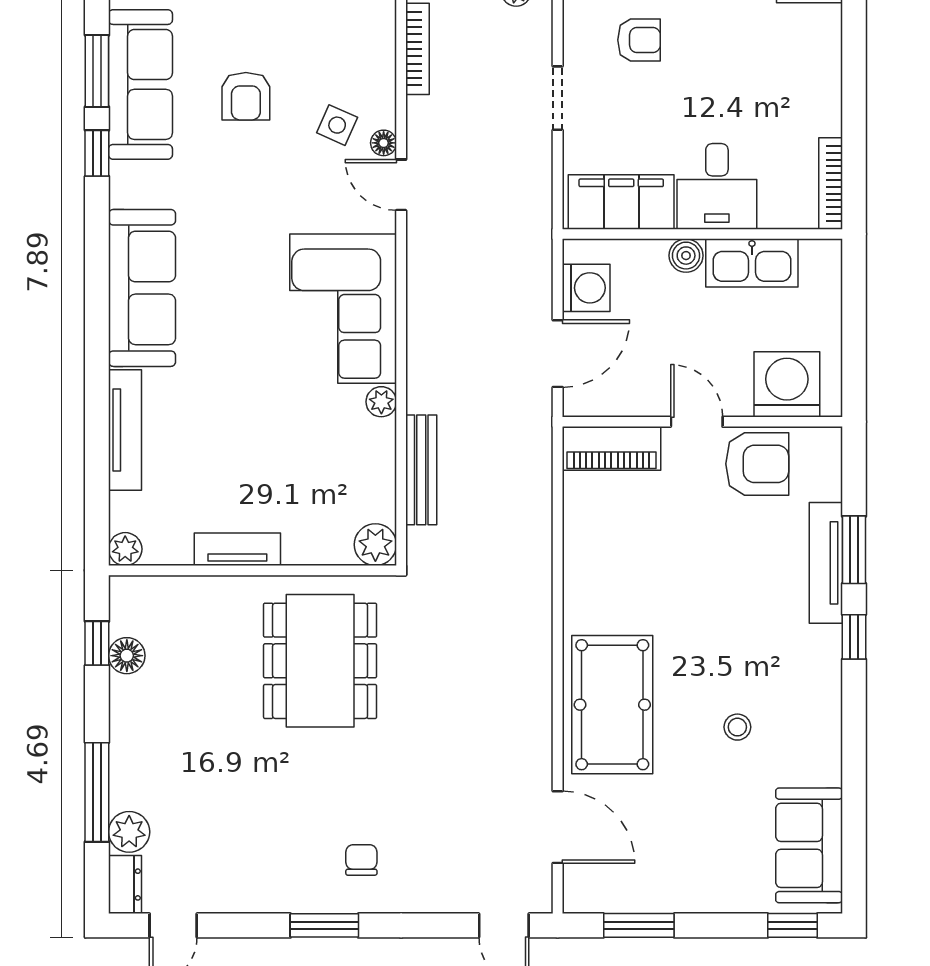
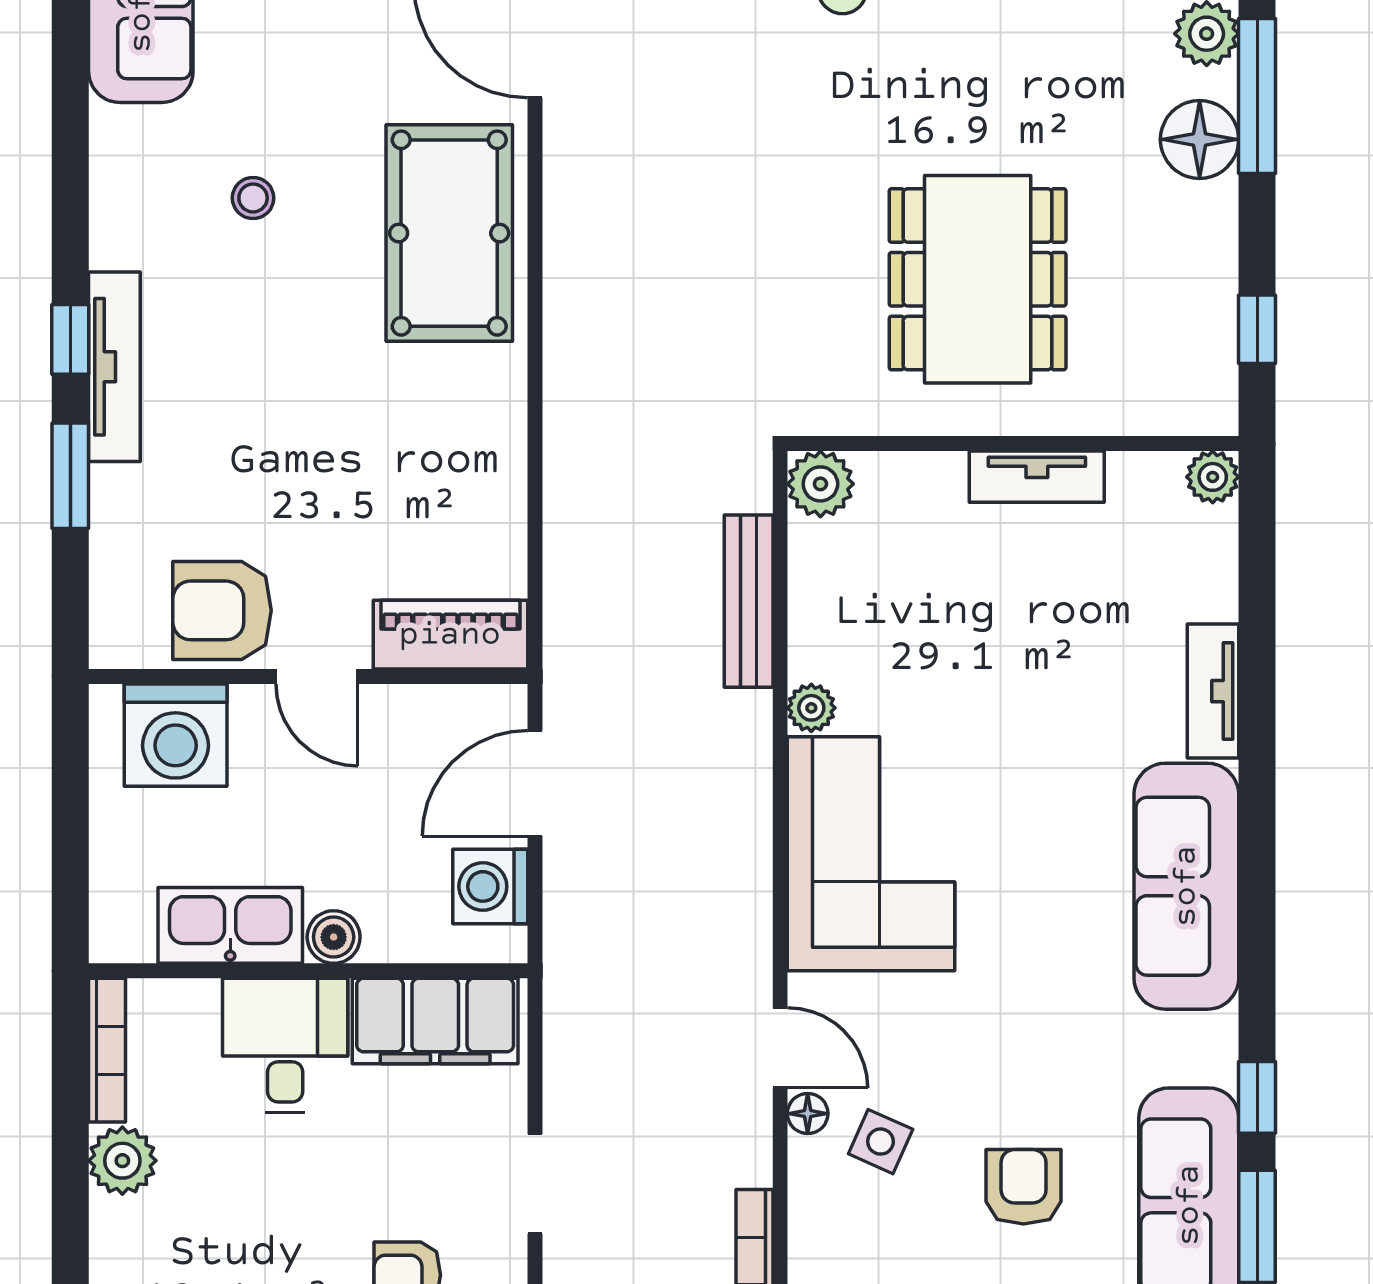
plant: (821, 113) -> (122, 1161), added
tv unit: (125, 430) -> (1213, 691), width x0.71
tv unit: (826, 563) -> (114, 367), moved
floor lamp: (127, 656) -> (1200, 139), moved, width x1.38, depth x1.38
dining table: (320, 661) -> (978, 279), moved

